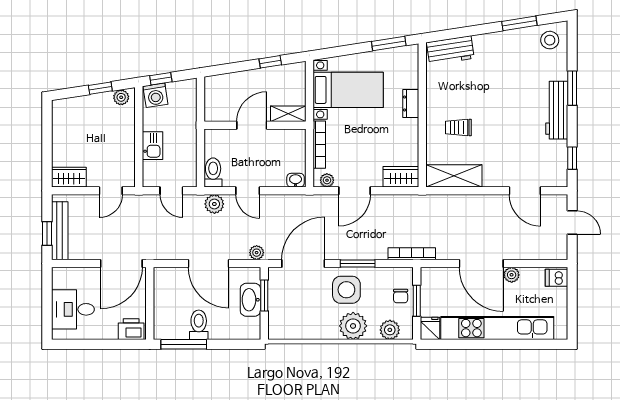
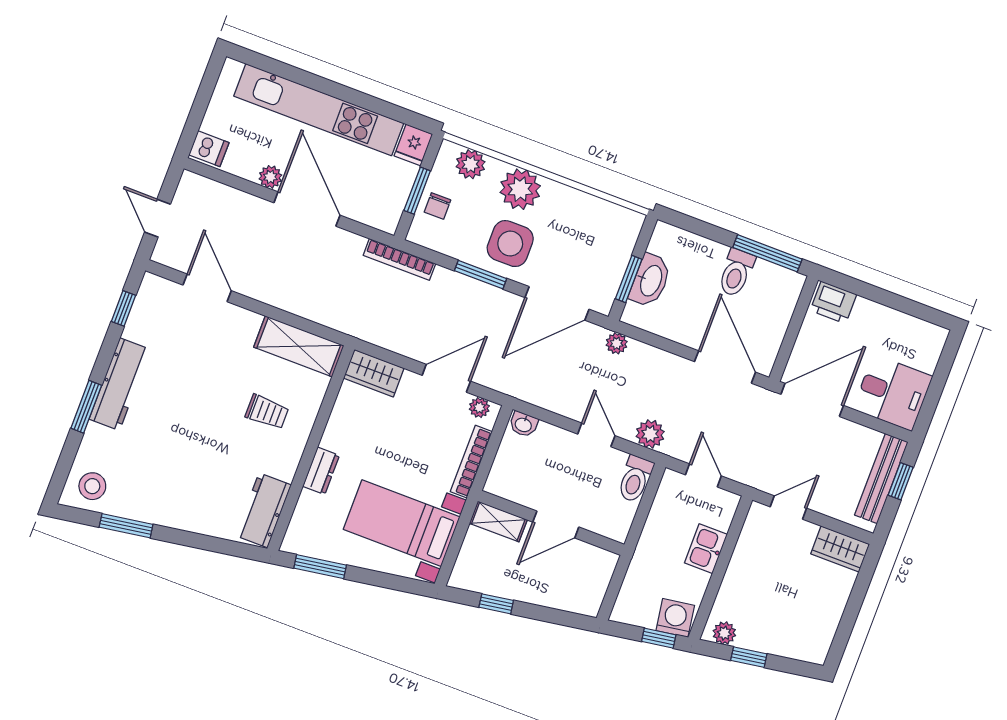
workbench: (450, 50) -> (263, 510), moved, turned -81
door: (208, 263) -> (725, 367), moved
chair: (401, 296) -> (437, 206), turned 180
desk: (73, 309) -> (893, 393), moved

